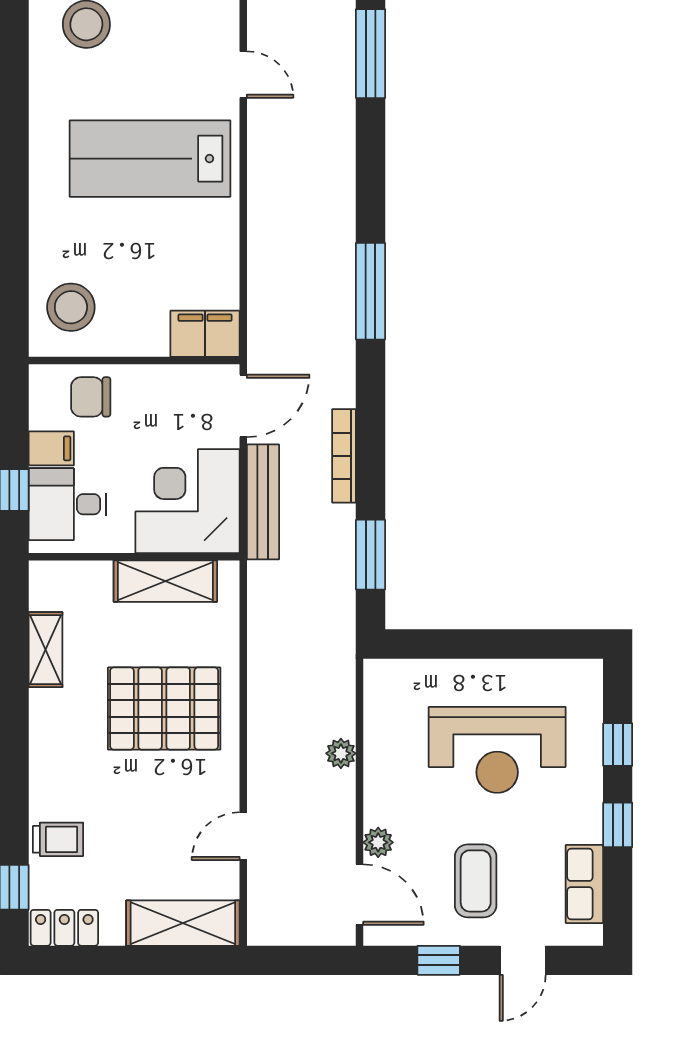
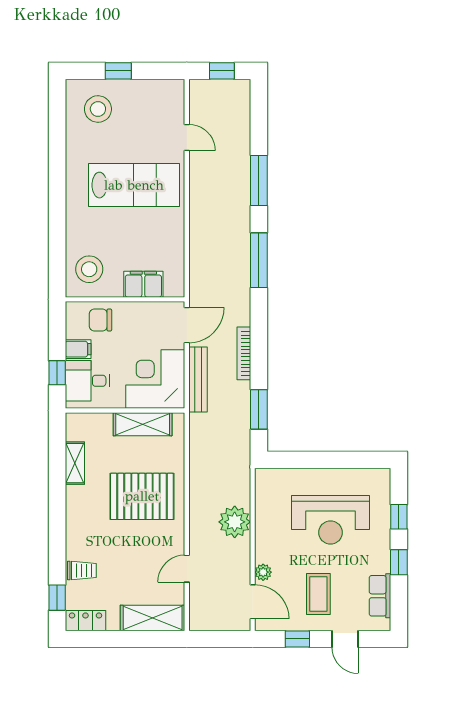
window: (370, 54) -> (259, 180), moved
lab bench: (150, 159) -> (134, 185), turned 180
filing cabinet: (205, 334) -> (143, 284), moved
plant: (341, 753) -> (235, 522), width x1.88, depth x1.88
door: (523, 960) -> (345, 639), hinge flipped

